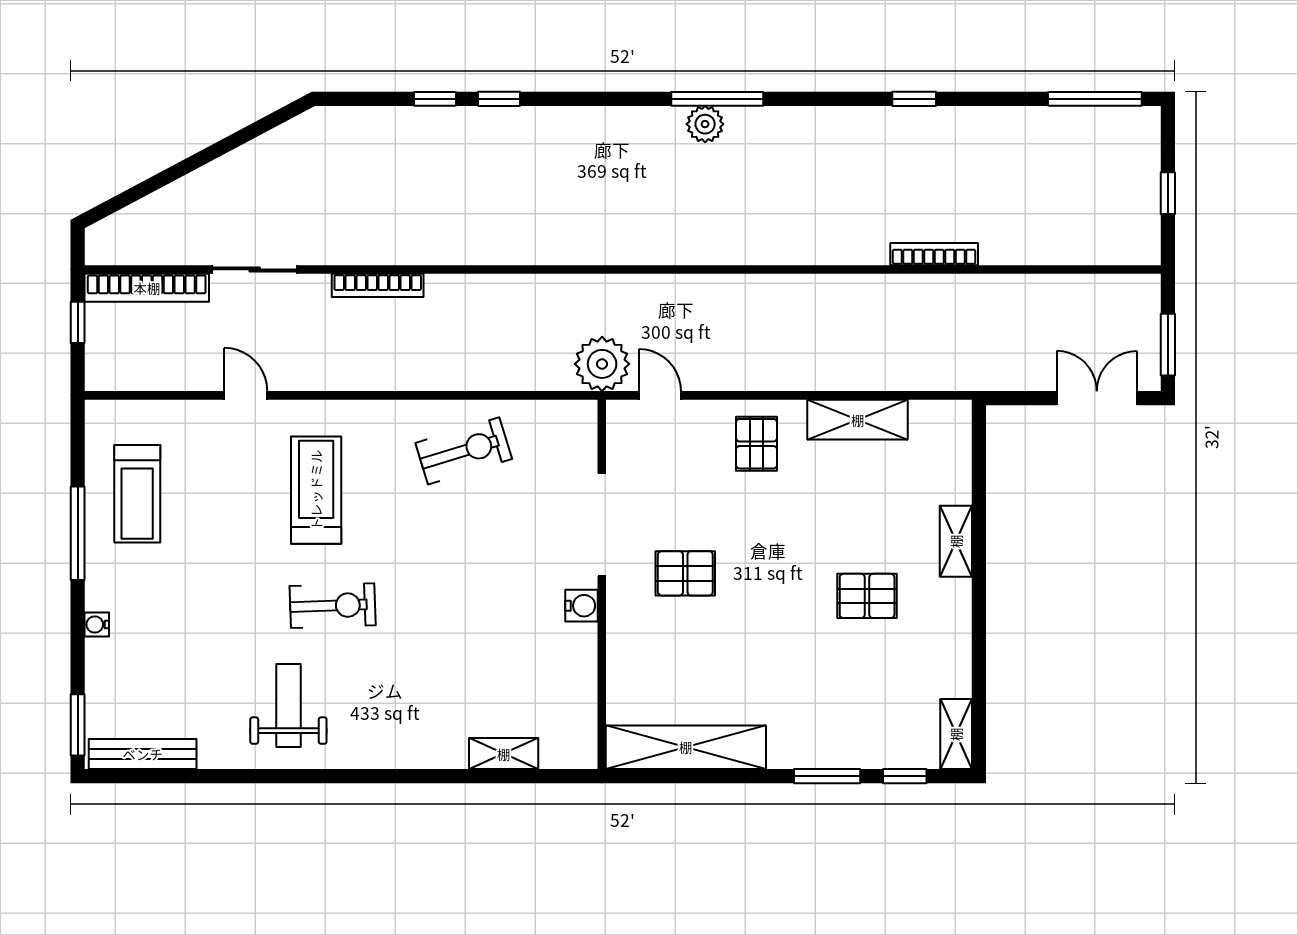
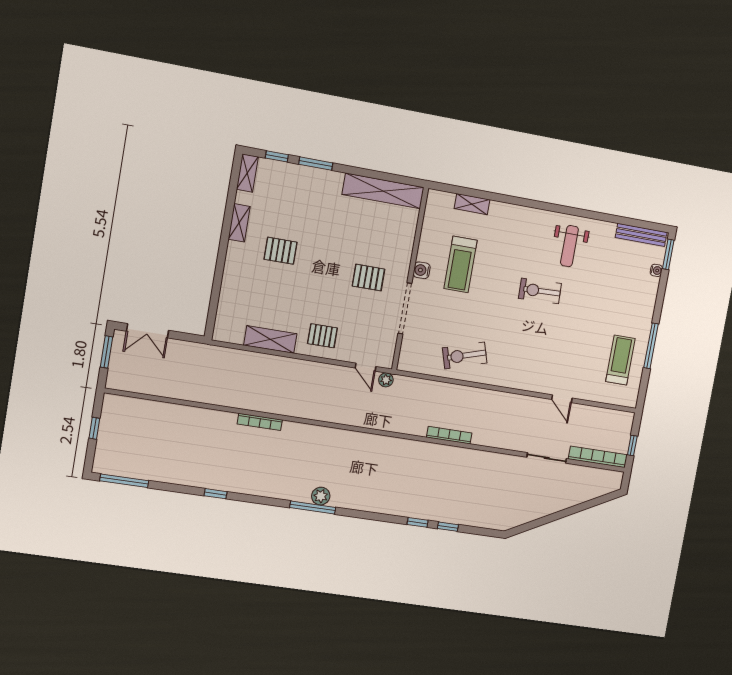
bookcase: (934, 254) -> (260, 422), moved
bookcase: (378, 285) -> (449, 435), moved
plant: (602, 364) -> (386, 380), width x0.53, depth x0.53
pallet: (757, 444) -> (322, 336), turned 90
treadmill: (316, 490) -> (461, 264), moved
shelving: (956, 541) -> (239, 223), moved
water cooler: (97, 625) -> (656, 270), moved

